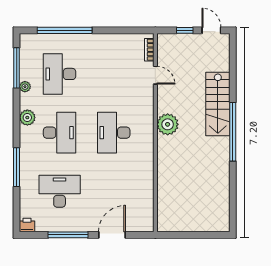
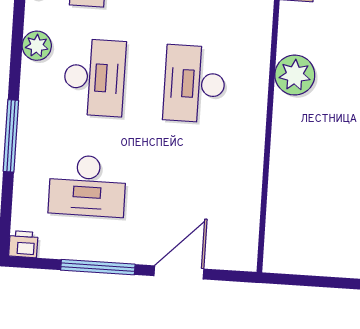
desk: (60, 191) -> (87, 186), turned 180

